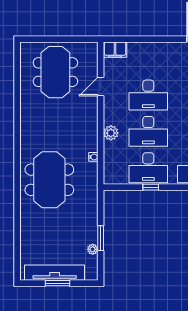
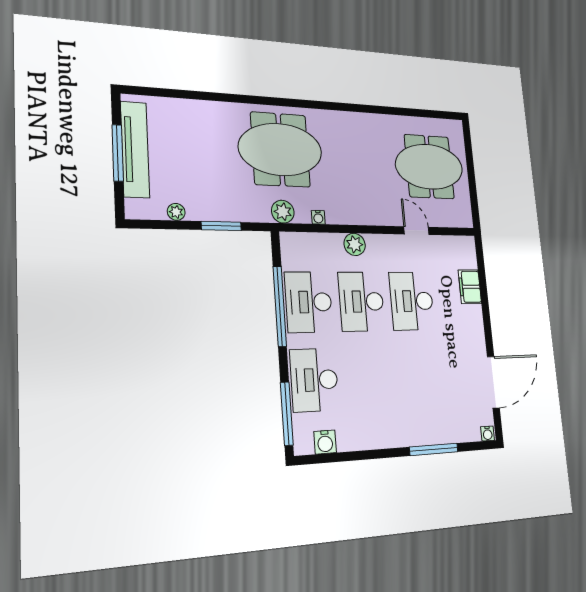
filing cabinet: (115, 50) -> (470, 287), moved
plant: (90, 181) -> (283, 212), added
window: (151, 187) -> (280, 306), width x3.17
window: (101, 238) -> (221, 226), moved
window: (57, 283) -> (118, 153), width x1.44

